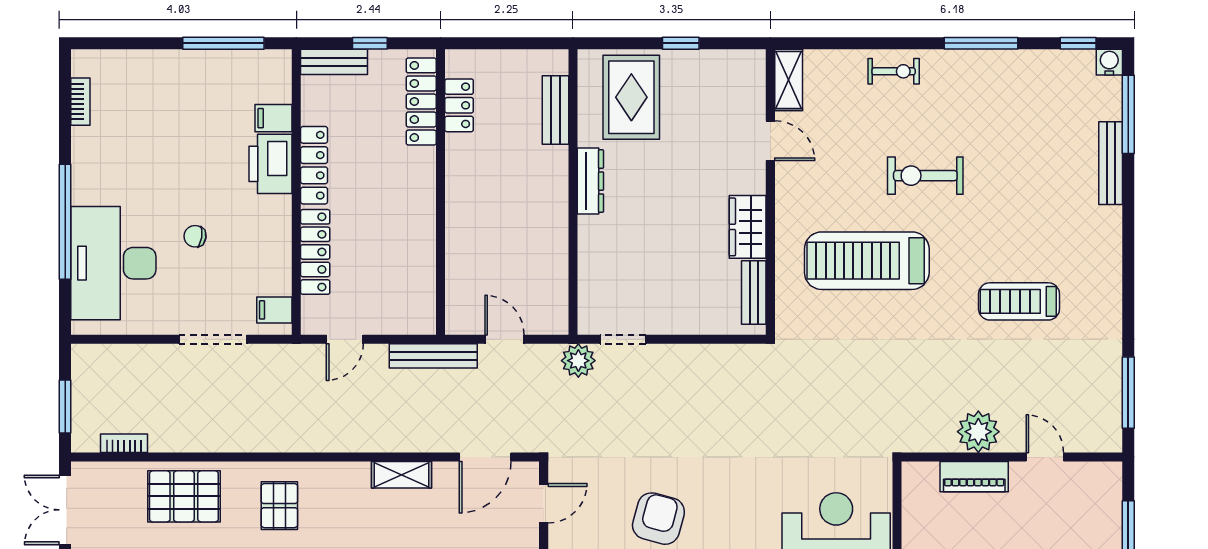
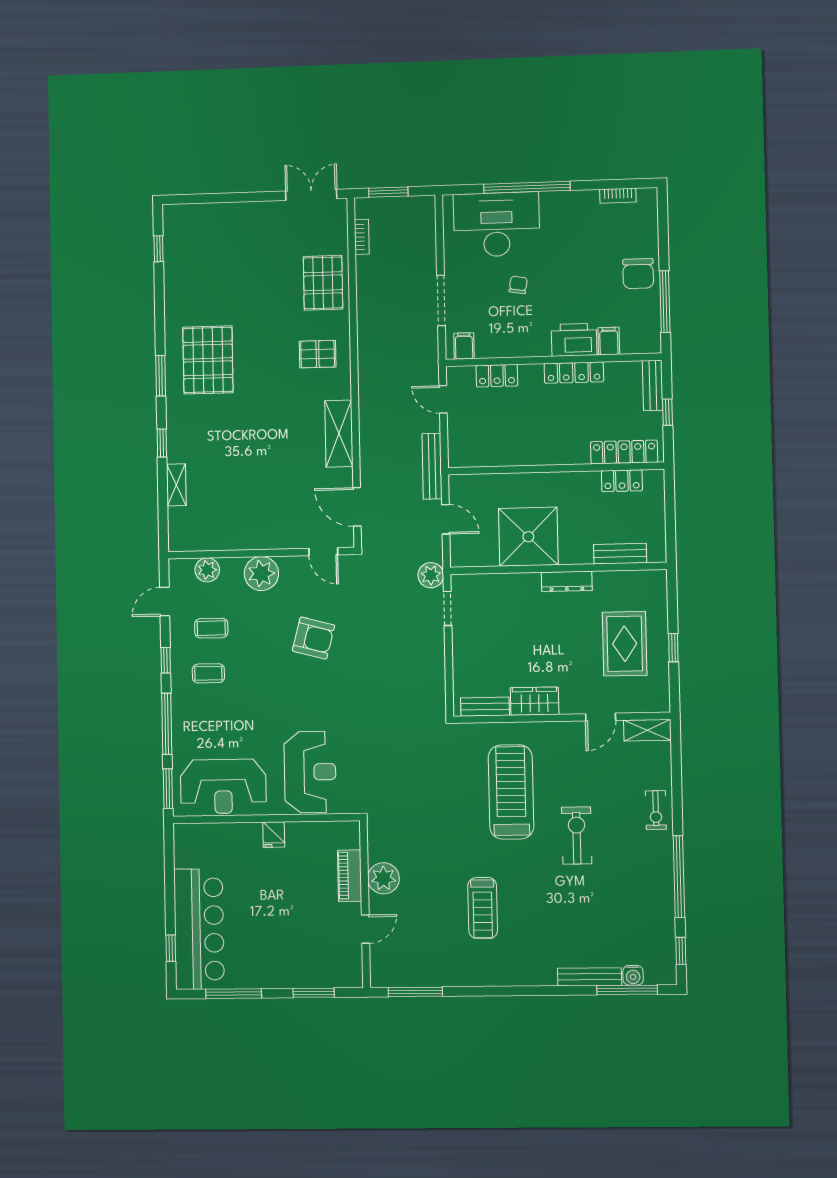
window: (981, 43) -> (679, 877), width x1.46
water cooler: (1109, 62) -> (633, 975), moved, turned 90
chair: (185, 77) -> (638, 274), added
rug: (631, 97) -> (625, 644), moved, turned 90
shower: (530, 230) -> (528, 537), added
locker: (315, 252) -> (497, 376), width x0.66
treadmill: (1019, 301) -> (483, 908), turned 180
door: (504, 339) -> (446, 519), hinge flipped
shelving: (402, 475) -> (339, 434), width x1.50, depth x1.33

